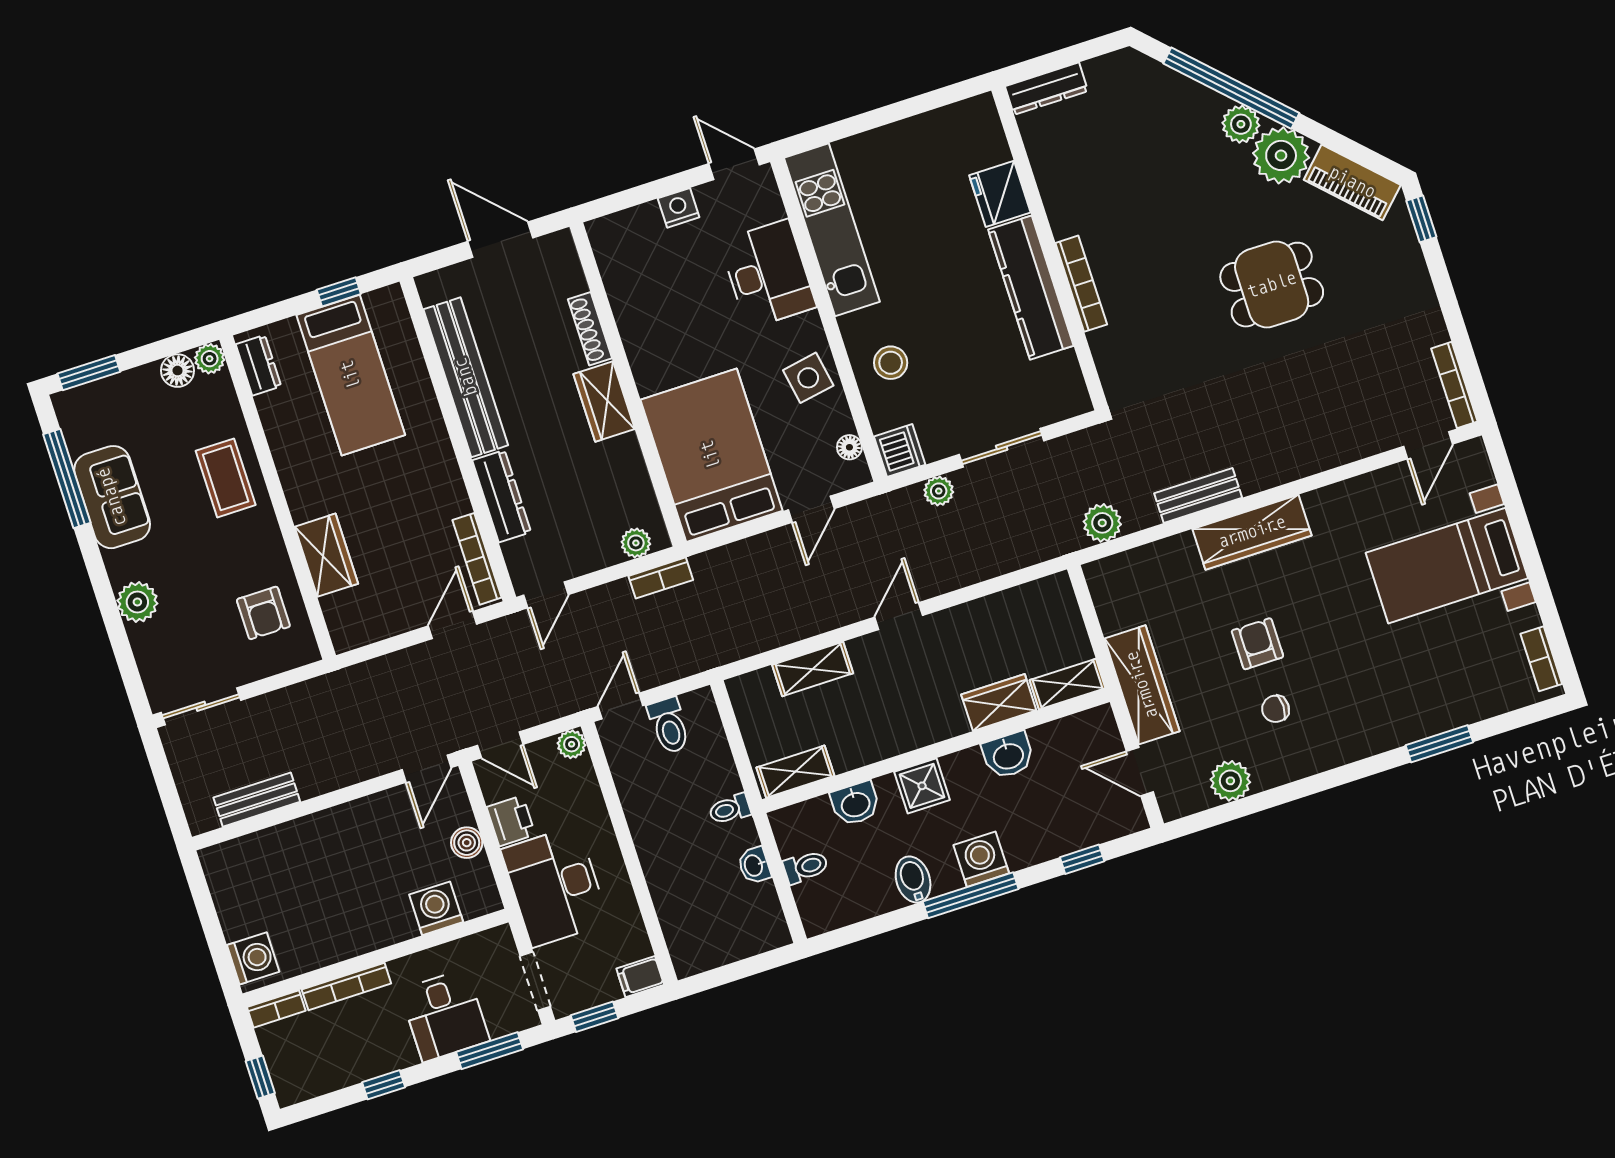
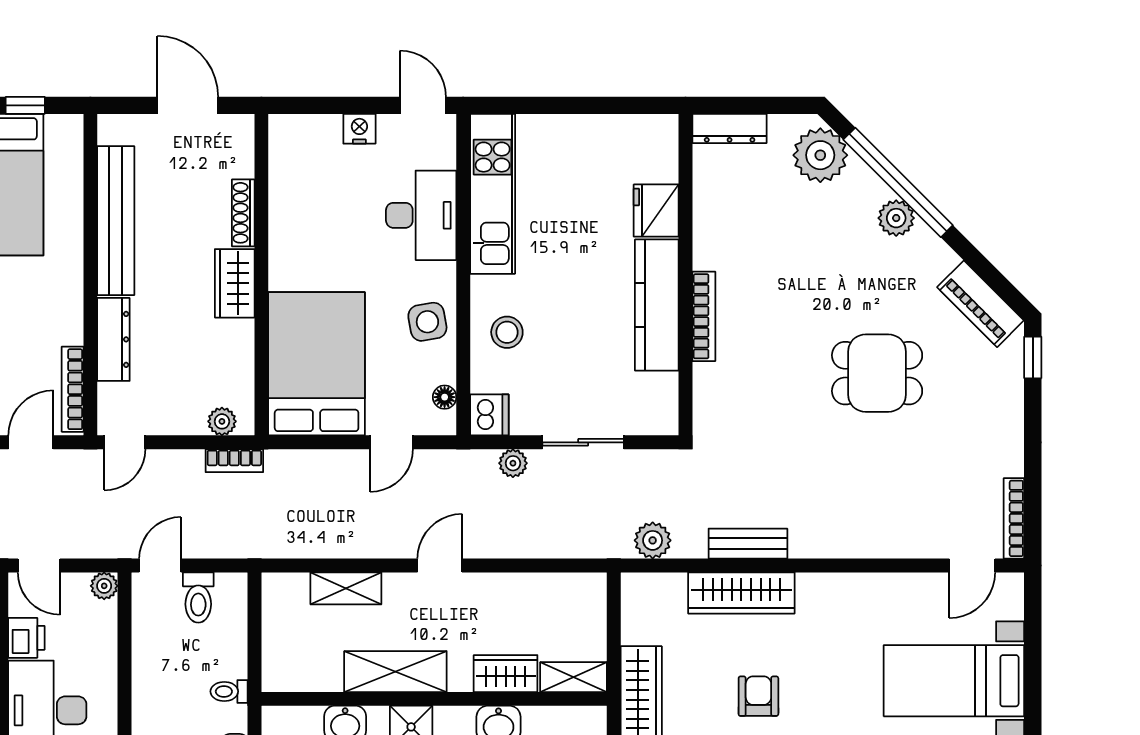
plant: (1281, 155) -> (820, 155), moved
wardrobe: (1252, 532) -> (741, 593), moved
shelving: (795, 772) -> (395, 672), moved, width x1.50, depth x1.33

